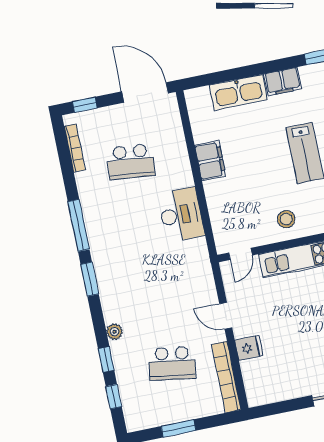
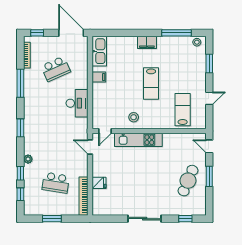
kitchen sink: (238, 92) -> (99, 51), moved, turned -90
filing cabinet: (210, 161) -> (99, 77), width x0.50
school desk: (131, 162) -> (56, 69), turned -30
window: (79, 225) -> (20, 83), moved
door: (226, 316) -> (90, 147), moved

